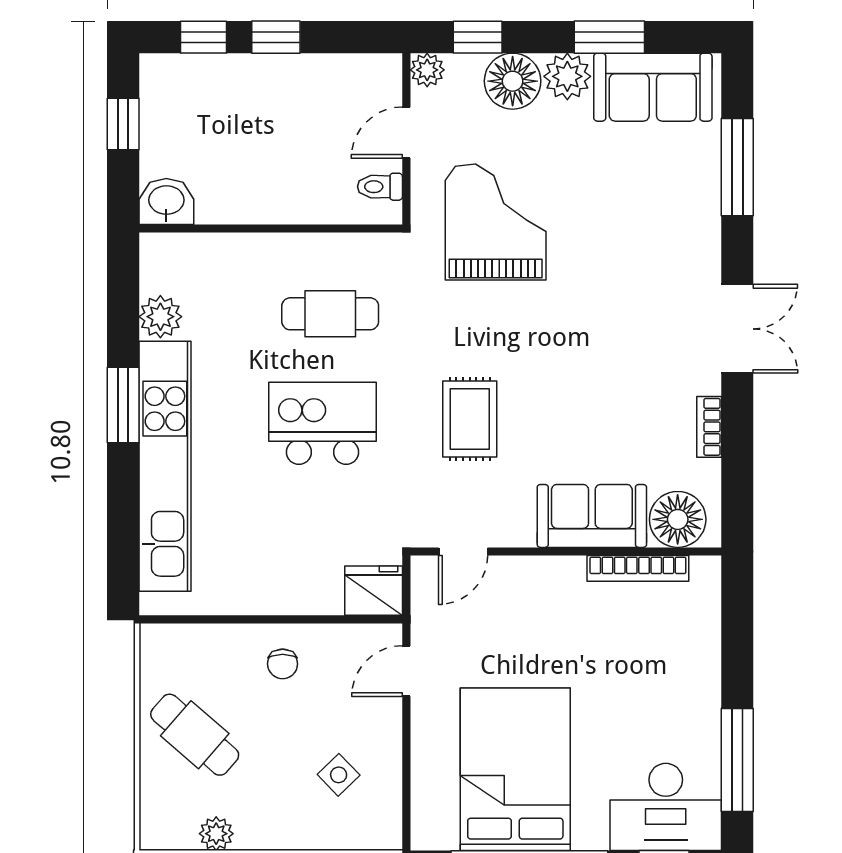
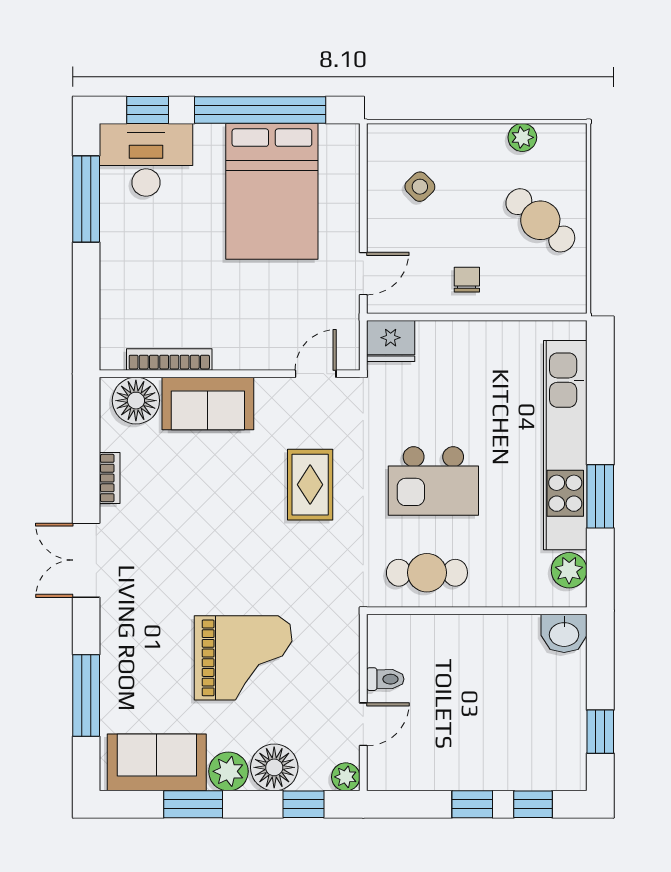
washbasin: (166, 201) -> (564, 633), moved
grand piano: (496, 222) -> (243, 658), moved, turned -90
wall: (271, 228) -> (477, 611), moved

